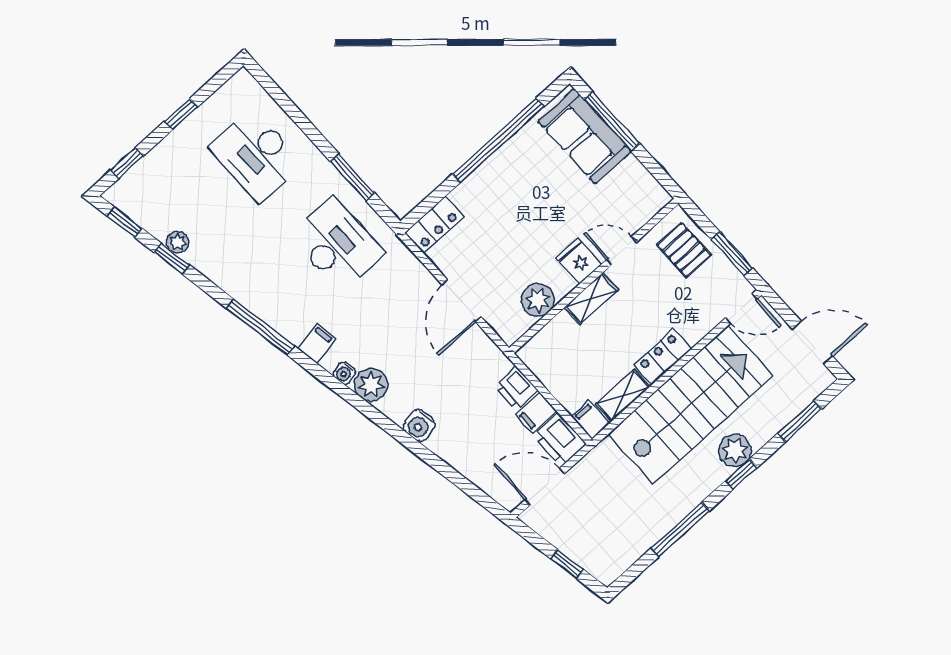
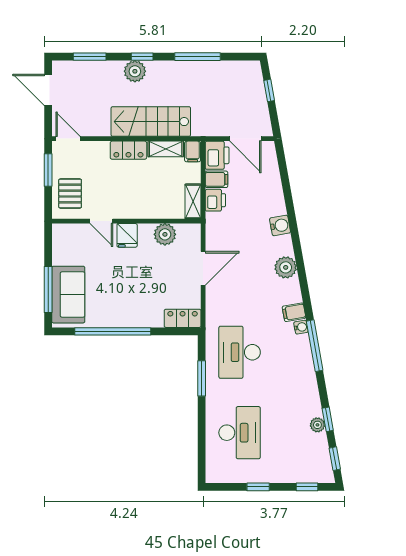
shelving: (591, 299) -> (193, 201), moved, turned 90
water cooler: (344, 373) -> (301, 327), moved
stairs: (690, 405) -> (151, 122), width x0.73, depth x0.66

